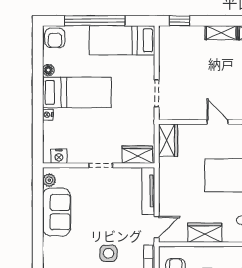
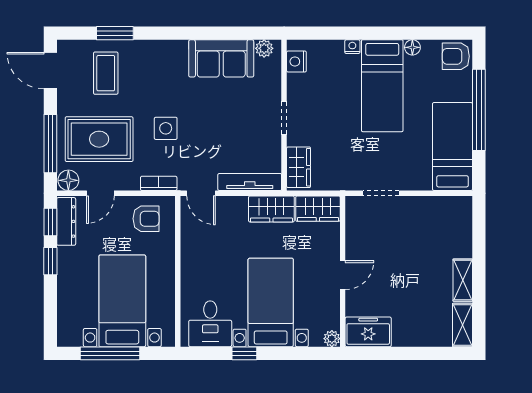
window: (180, 21) -> (479, 224), removed
wardrobe: (205, 233) -> (271, 209), moved, turned 90

